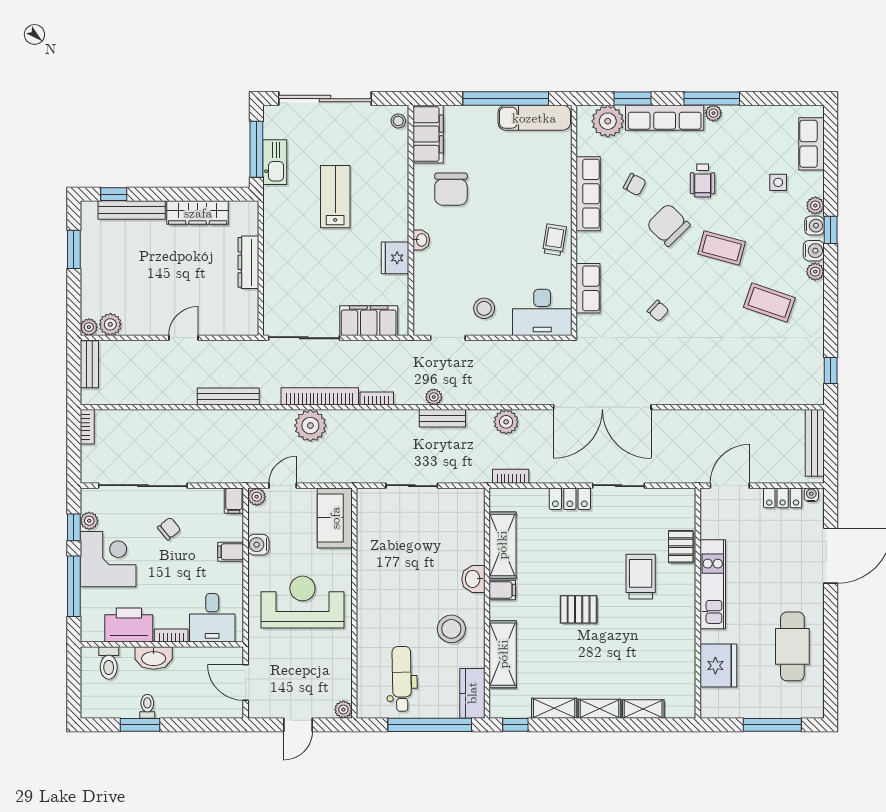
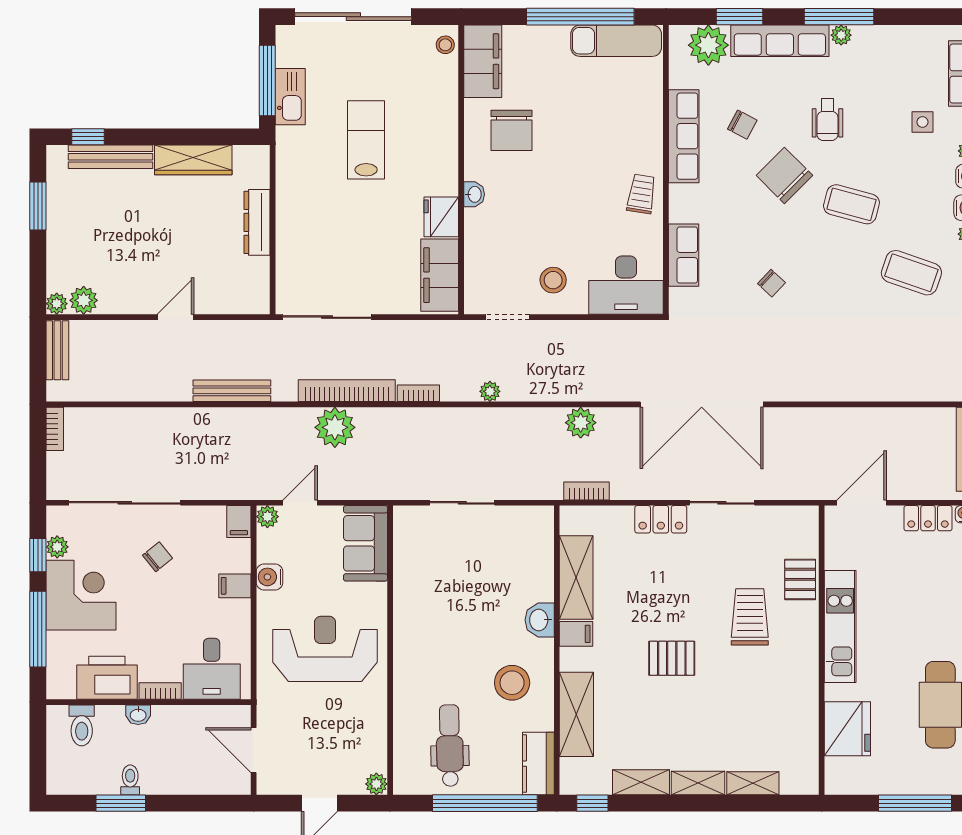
filing cabinet: (369, 321) -> (440, 275), moved, turned -90
bench: (442, 418) -> (501, 418), removed
washbasin: (154, 658) -> (138, 715), width x0.52, depth x0.69

